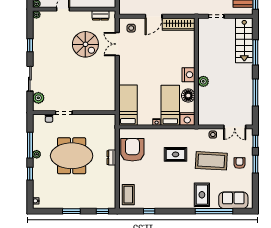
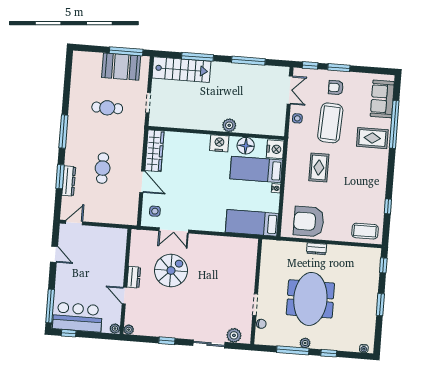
dresser: (100, 15) -> (134, 277), moved

